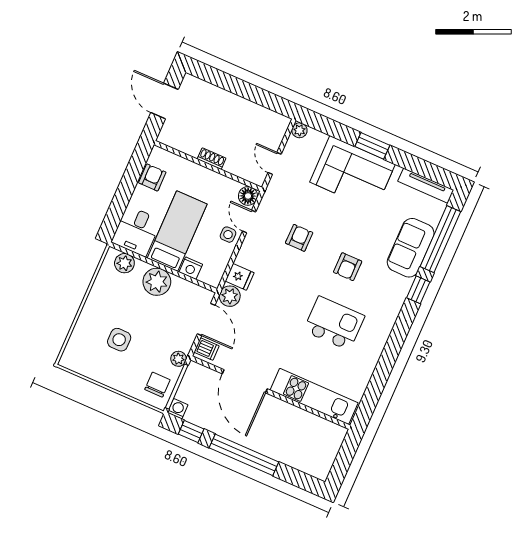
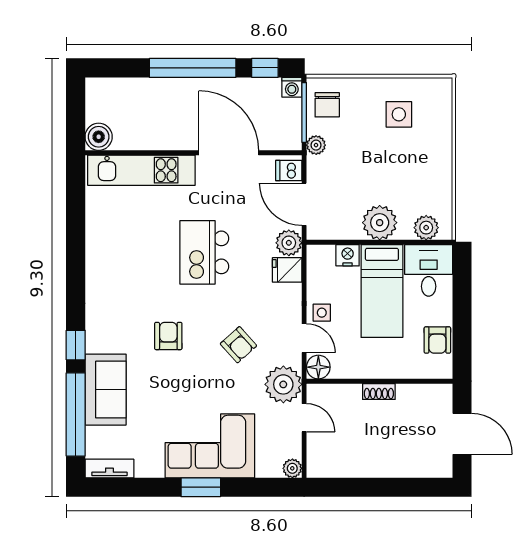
tv unit: (426, 186) -> (109, 468), width x0.71
plant: (279, 194) -> (283, 384), added
armchair: (299, 238) -> (238, 345), turned -42
kitchen island: (334, 323) -> (204, 252), moved, turned 90
side table: (119, 340) -> (399, 114), moved
boiler: (335, 435) -> (99, 137), added

